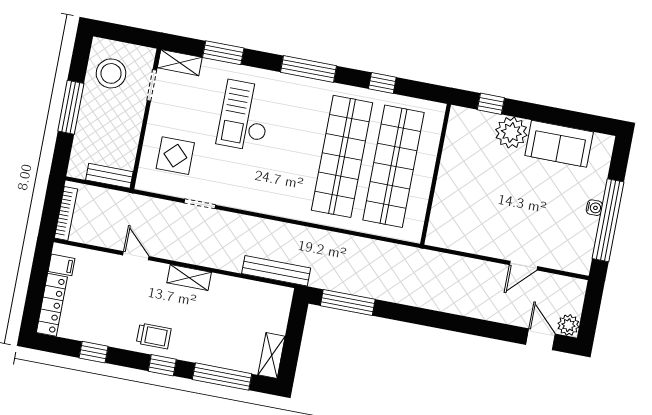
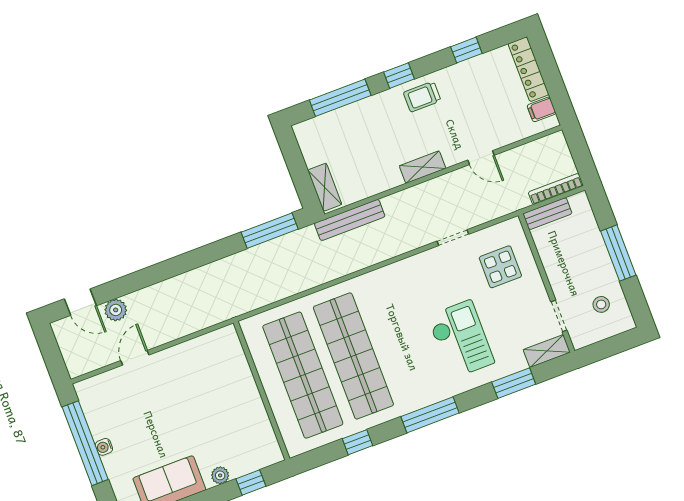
stool: (111, 73) -> (601, 304), width x0.53, depth x0.53
plant: (511, 132) -> (220, 475), width x0.53, depth x0.53
bookcase: (66, 213) -> (556, 189), moved, turned 90
plant: (568, 325) -> (116, 310), moved
shelving: (272, 356) -> (325, 187), moved

